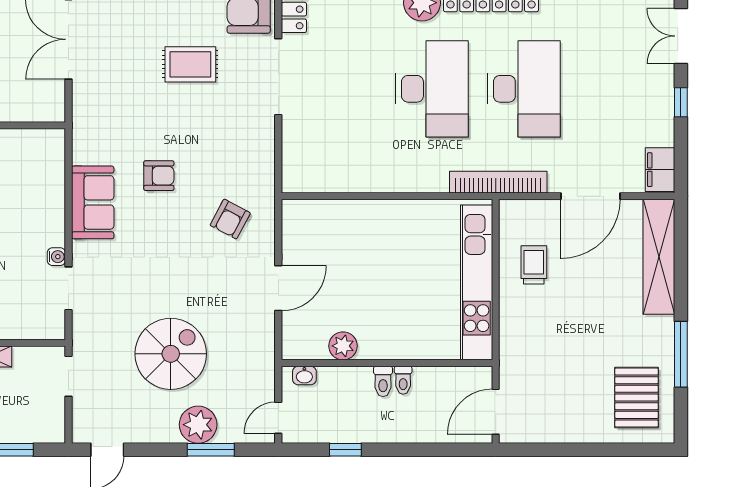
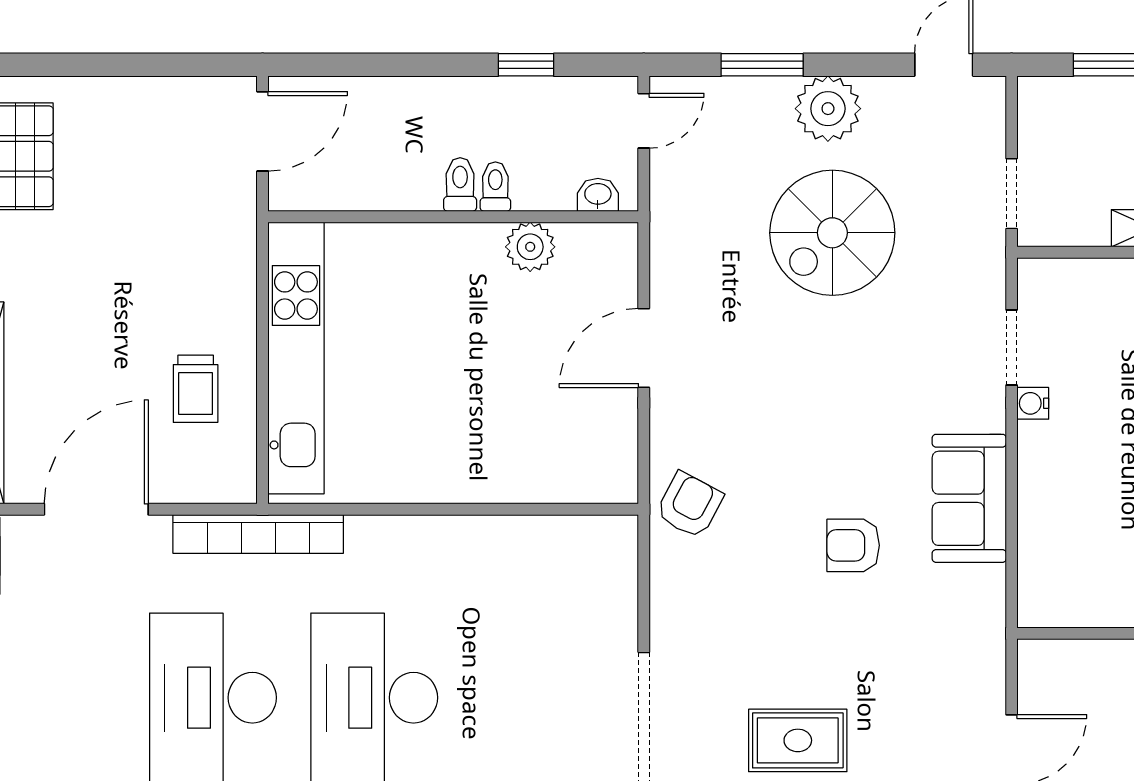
armchair: (230, 219) -> (689, 505), moved
toilet: (403, 380) -> (495, 187), moved
plant: (198, 425) -> (828, 109), moved

